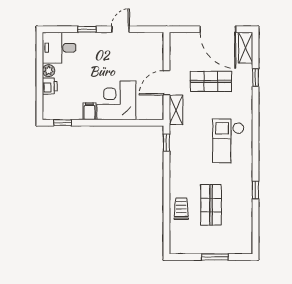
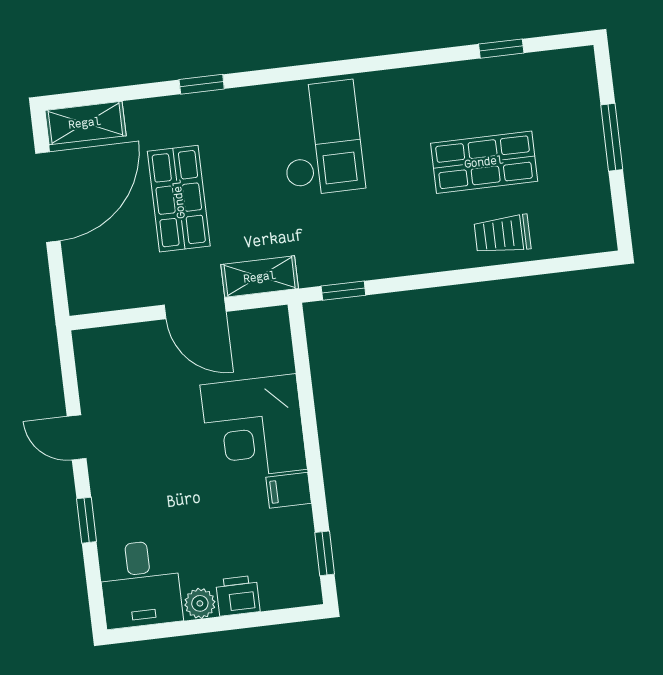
window: (255, 78) -> (202, 84), moved
checkout: (228, 141) -> (321, 138), turned -90
window: (255, 190) -> (501, 49), moved

